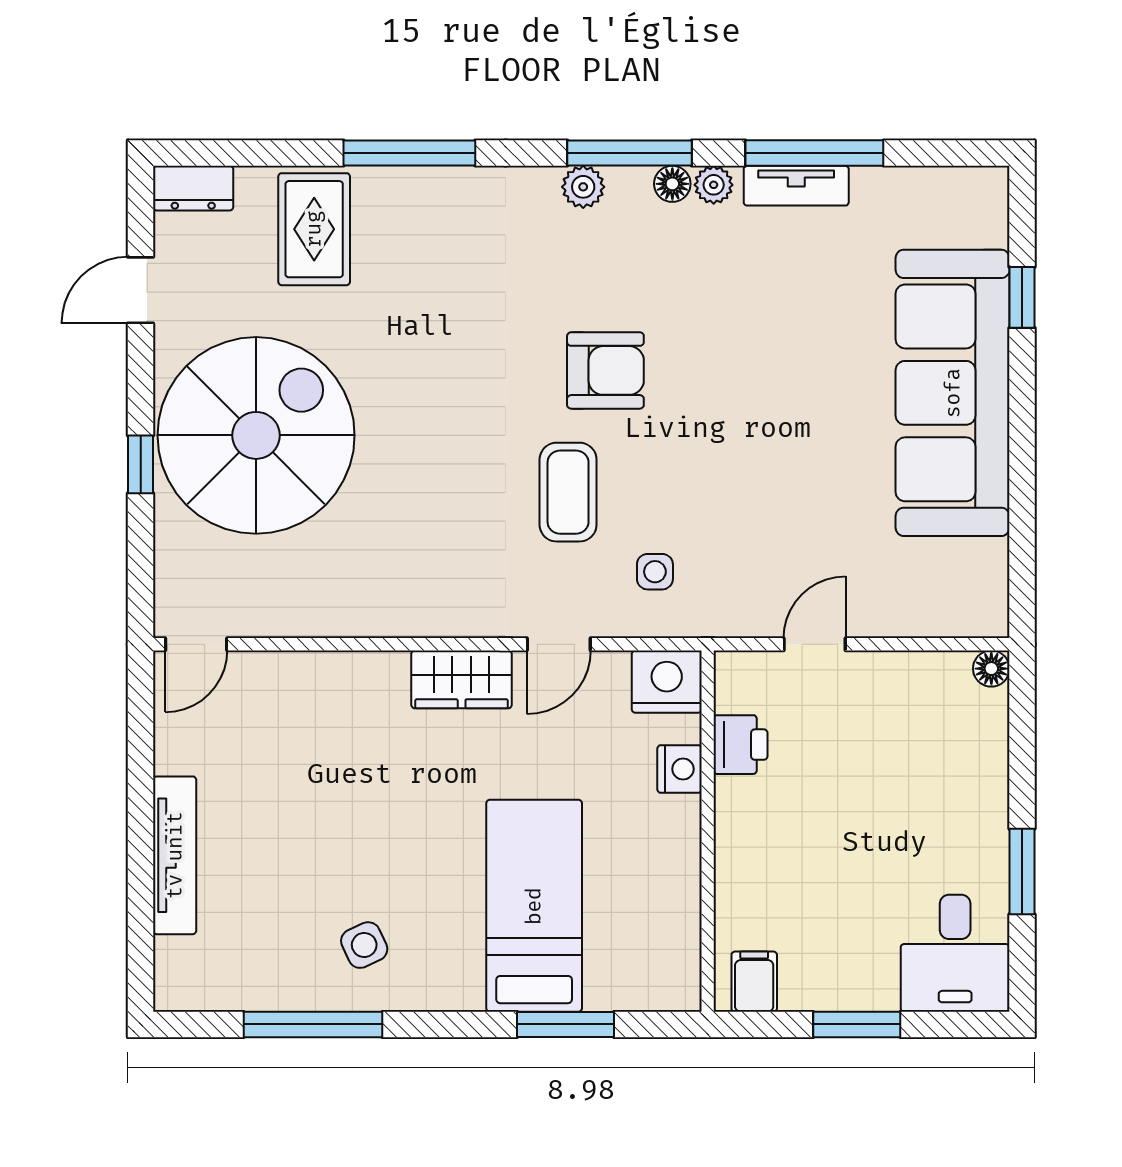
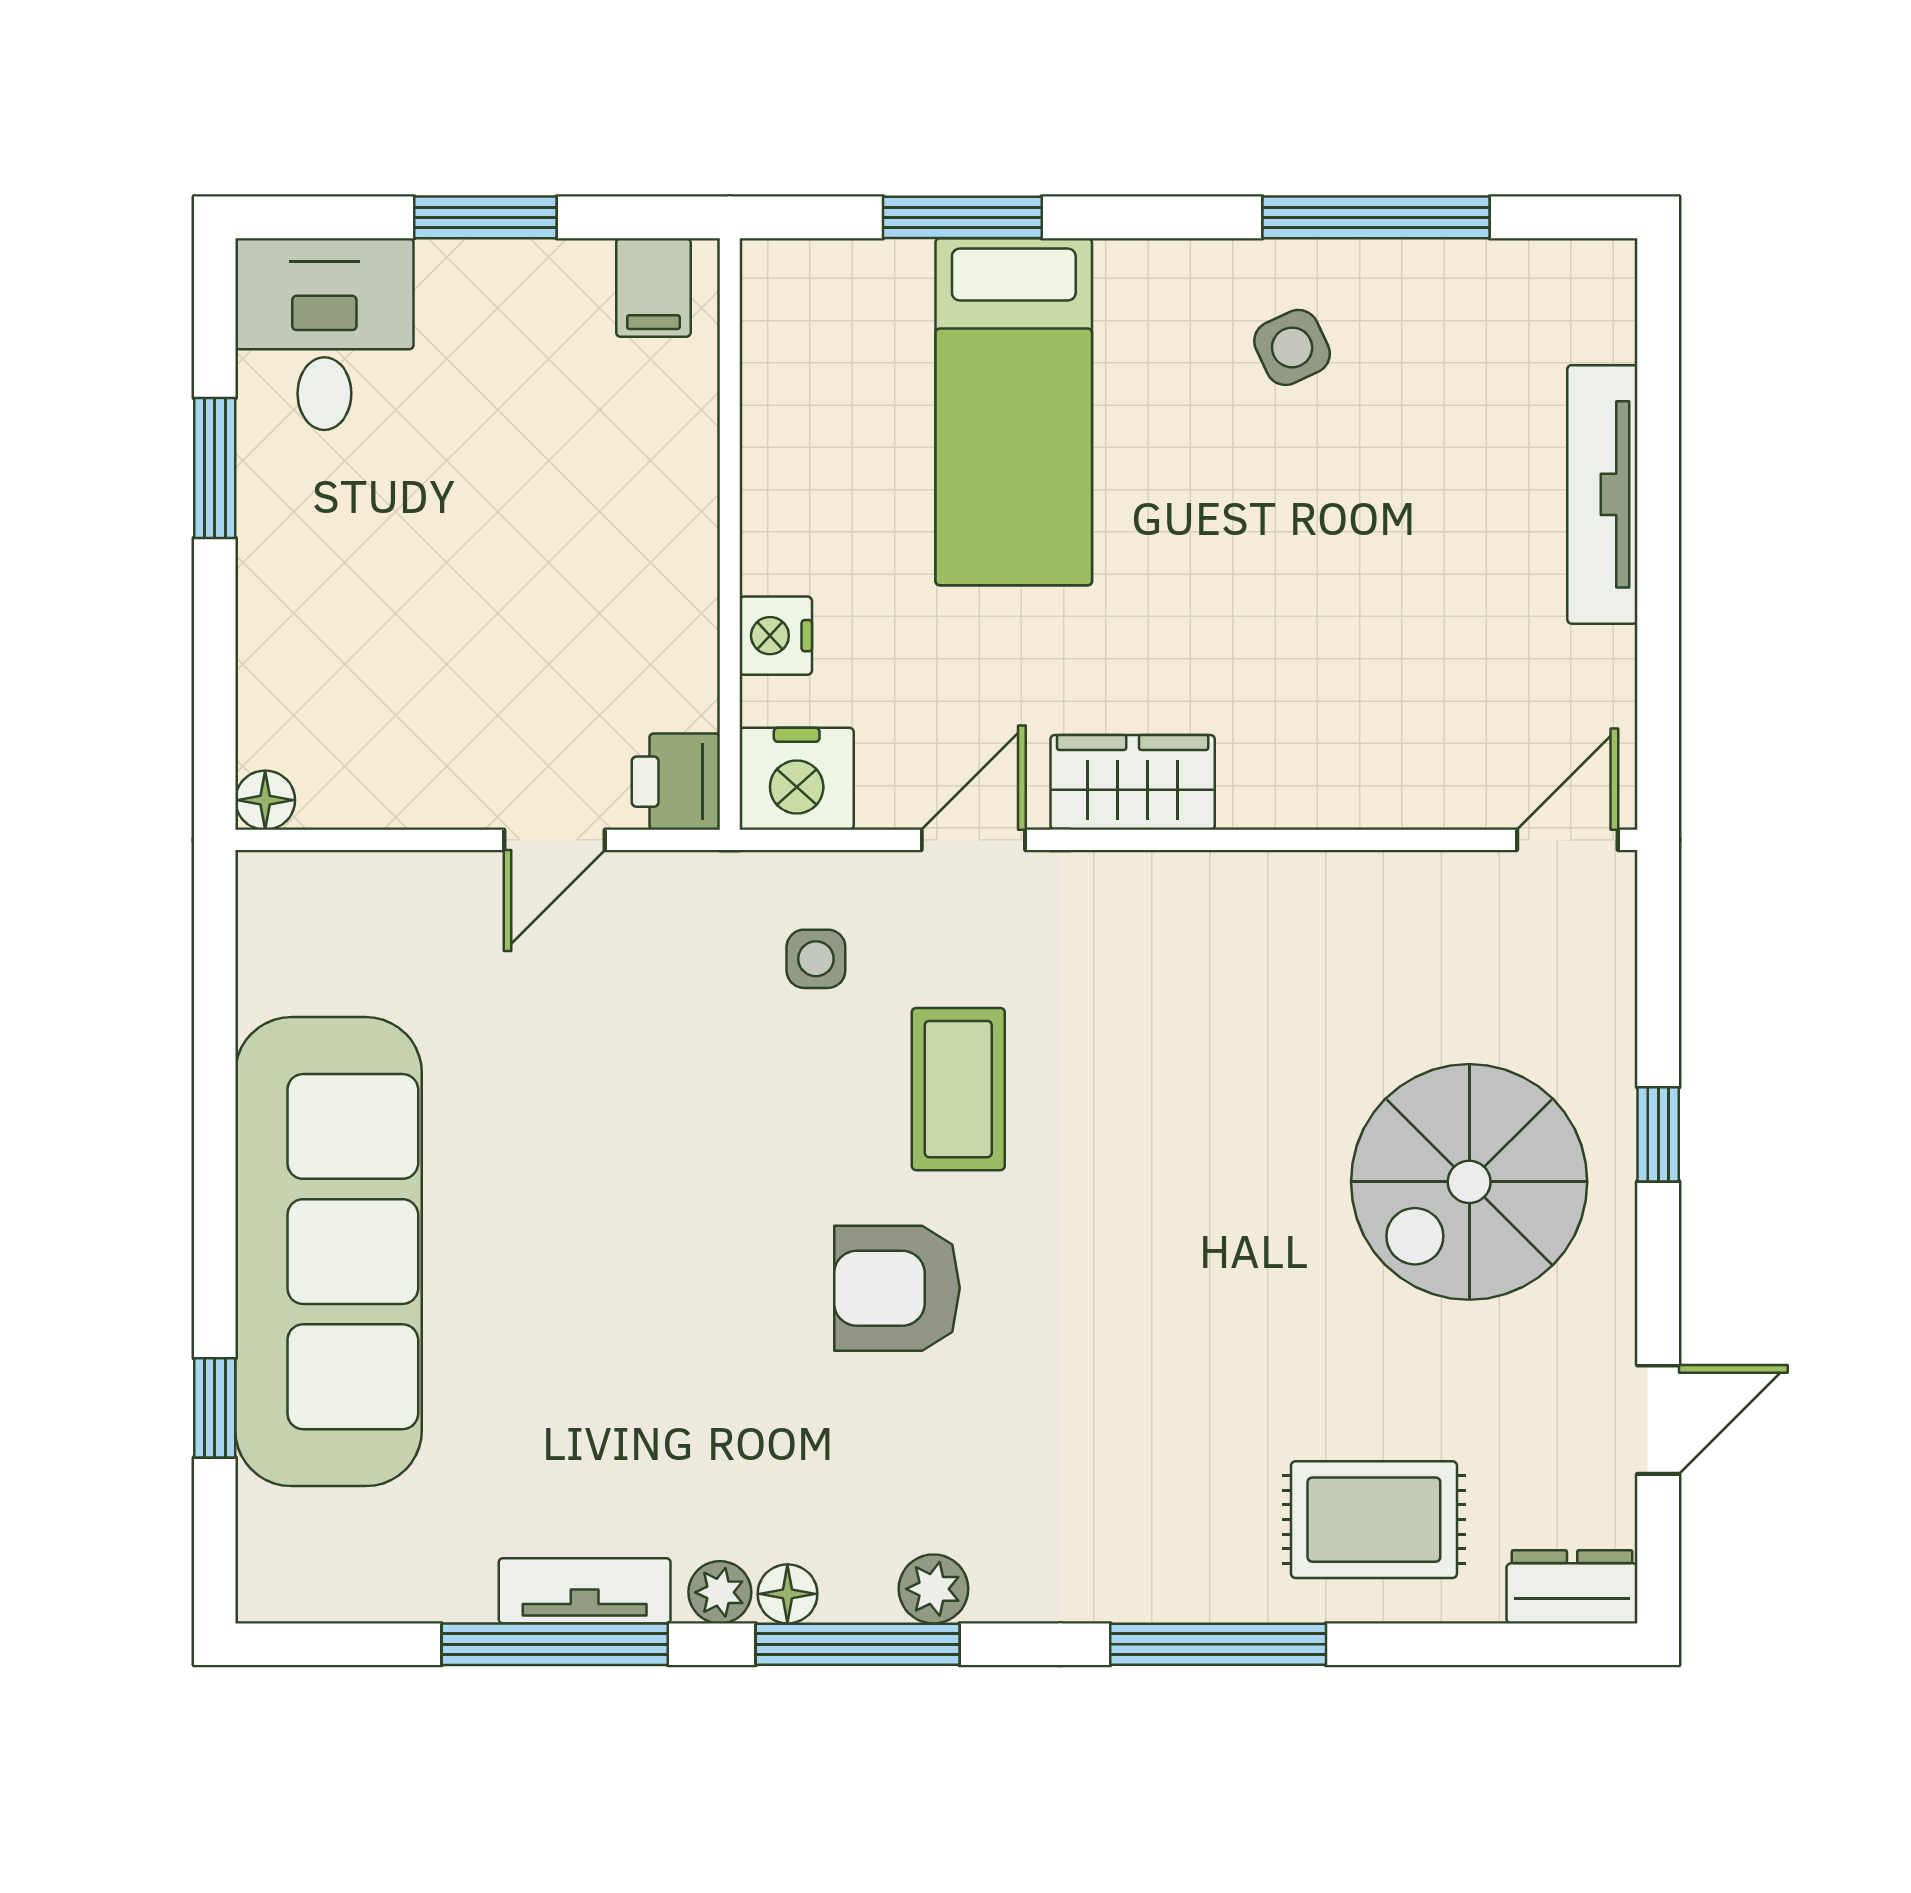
rug: (314, 229) -> (1374, 1520), turned 90
spiral stairs: (256, 435) -> (1469, 1182), width x0.73, depth x0.73
printer: (740, 745) -> (676, 782), moved

